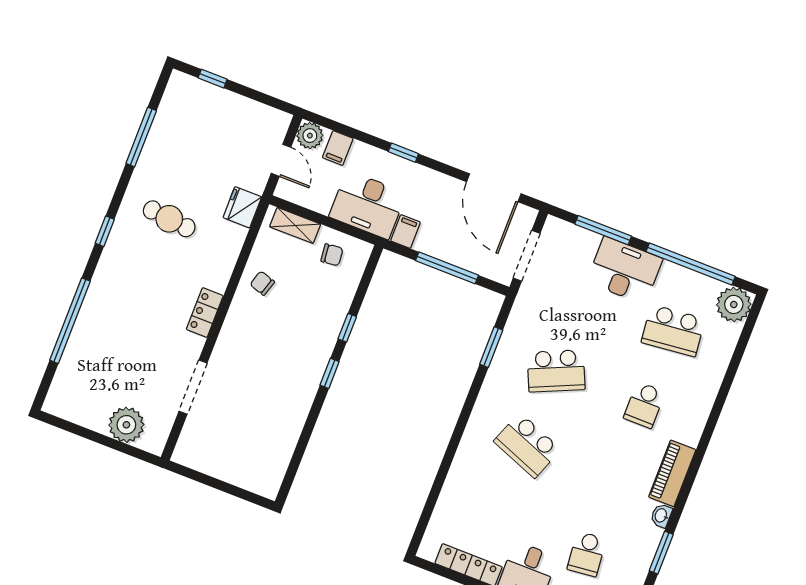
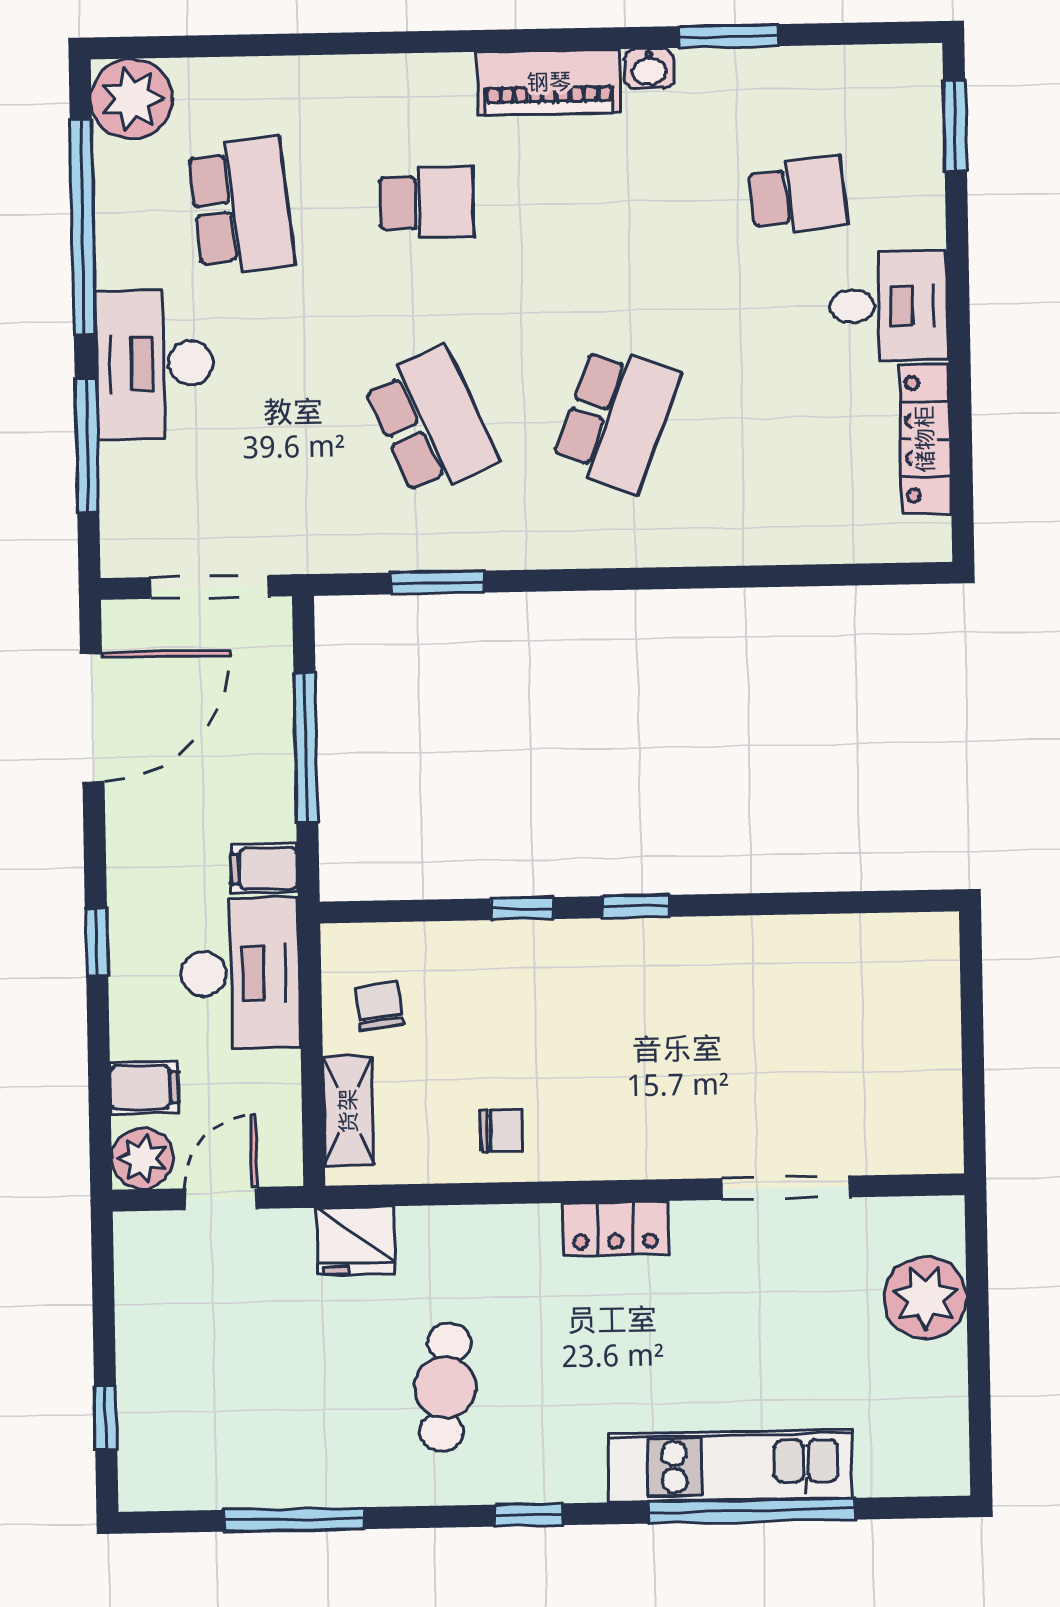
chair: (262, 283) -> (501, 1131), turned -107
kitchen unit: (91, 320) -> (730, 1466), added

